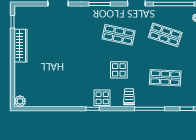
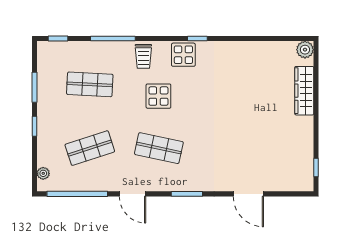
shop shelf: (165, 35) -> (90, 148), turned -36
wardrobe: (21, 46) -> (304, 91), moved

